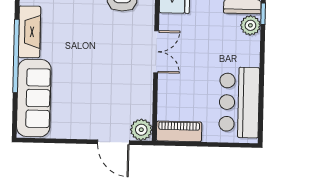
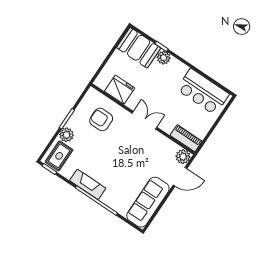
sofa: (34, 98) -> (148, 202), moved, turned -90
piano: (179, 131) -> (186, 138), moved, turned 90

